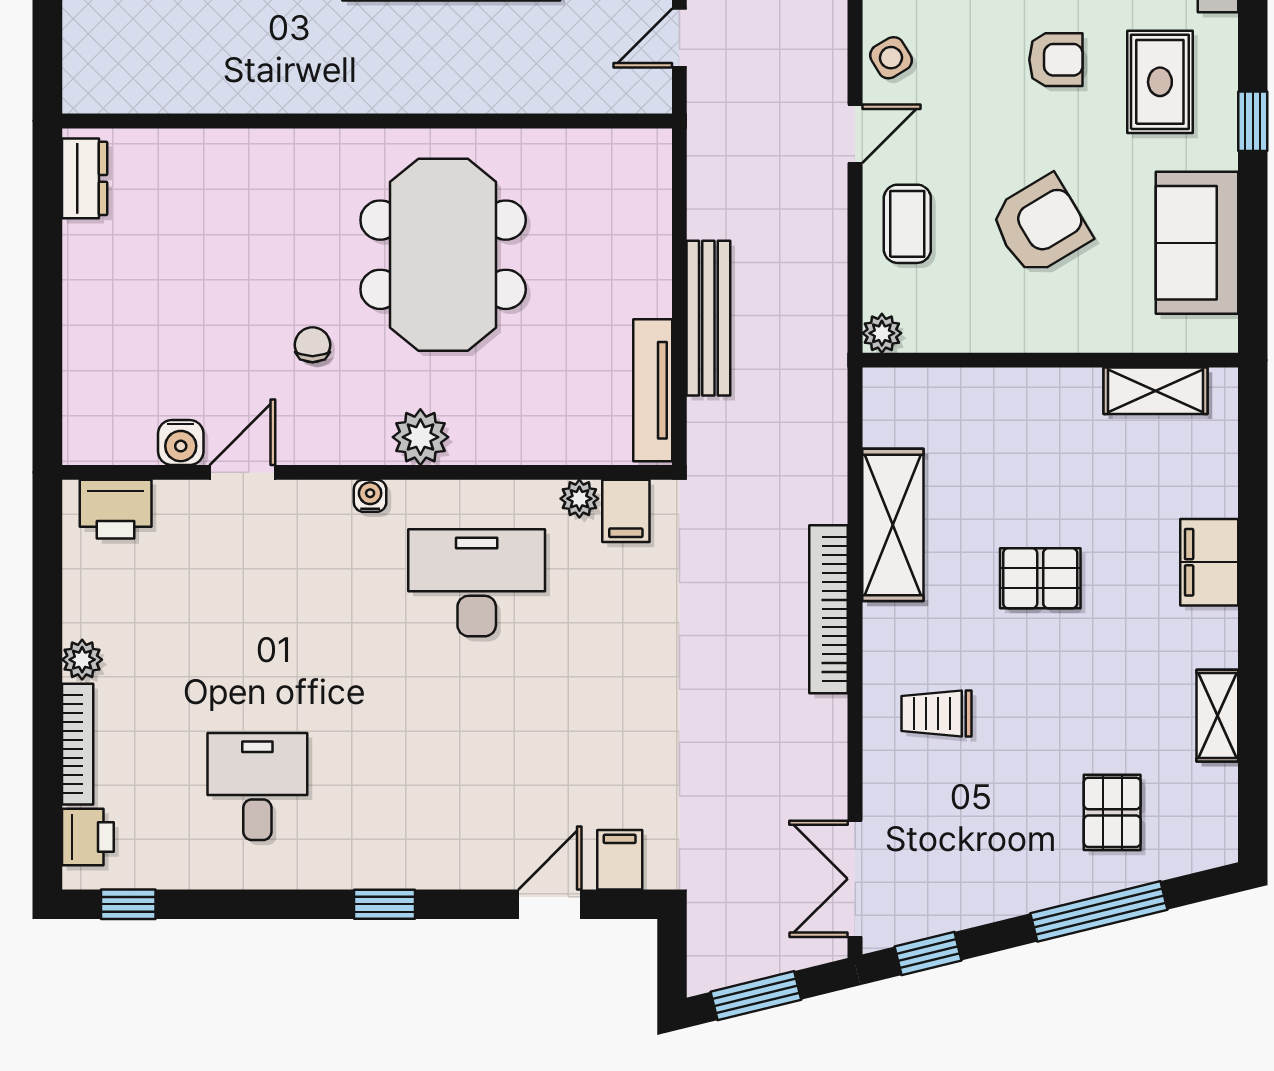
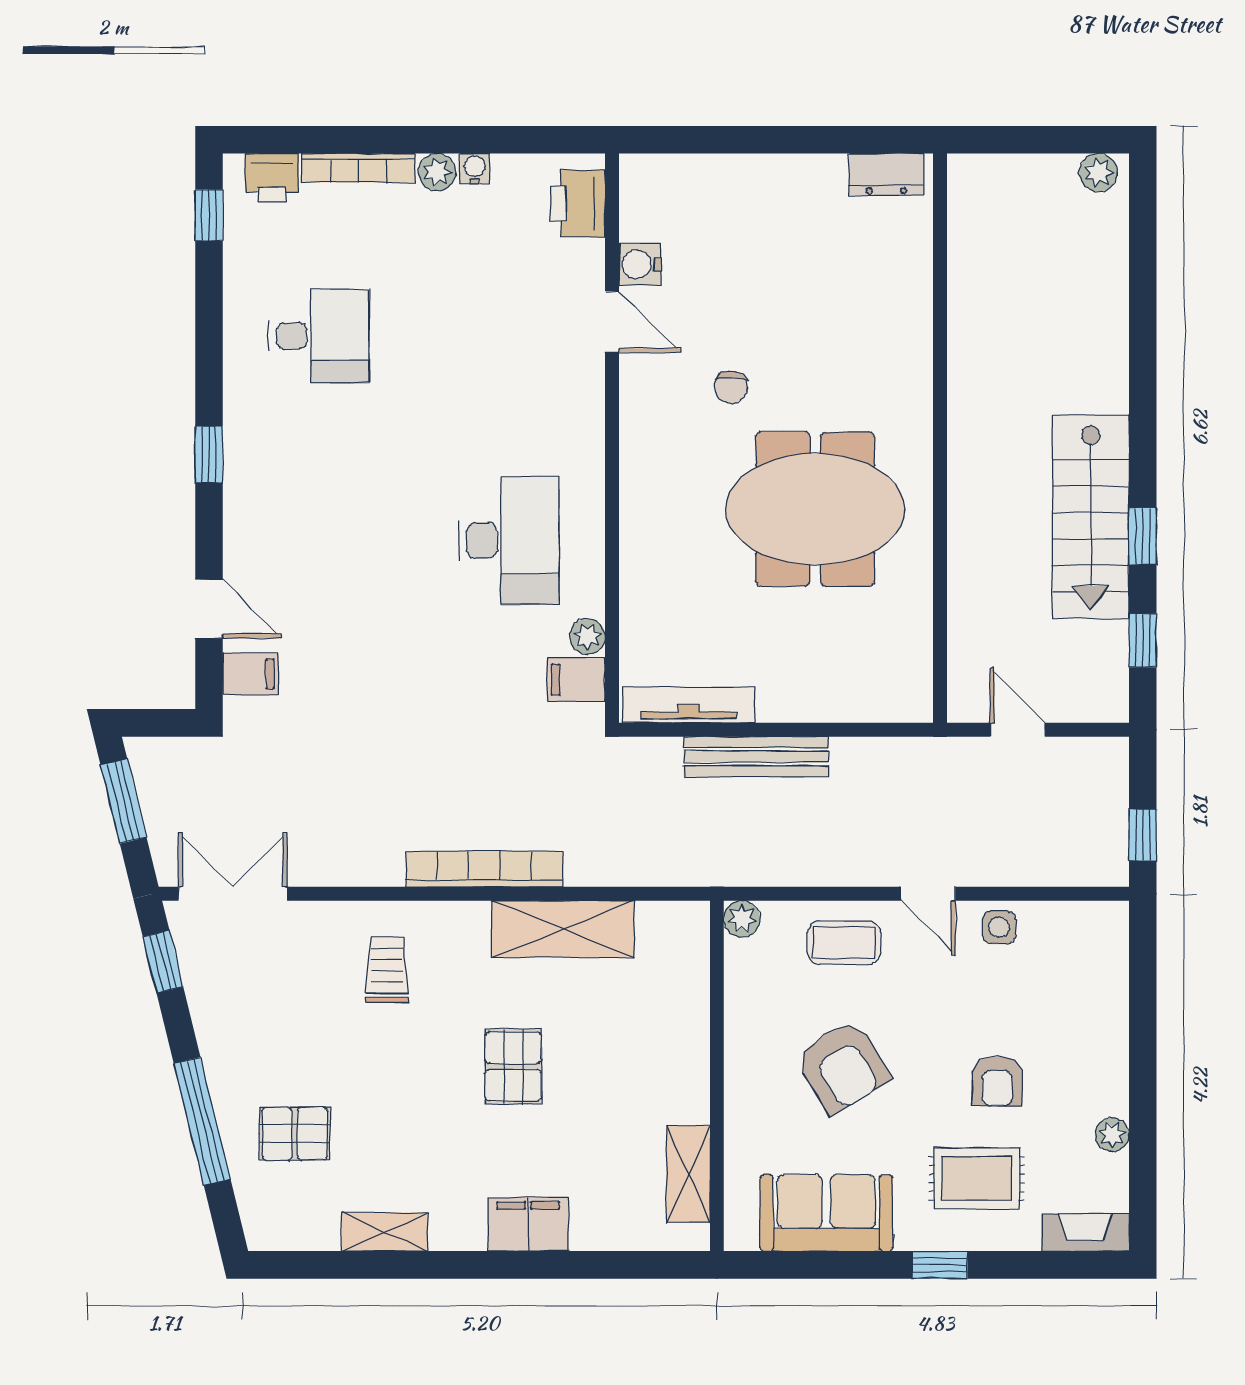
side table: (891, 58) -> (999, 927), turned 31
chair: (312, 345) -> (731, 387), turned 93
plant: (420, 437) -> (645, 488), removed
water cooler: (370, 496) -> (475, 169), moved, turned -90

